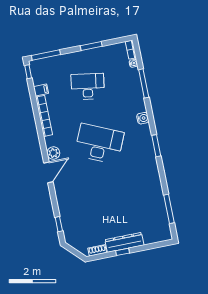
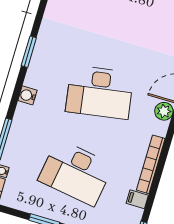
desk: (88, 86) -> (76, 173), width x1.36, depth x1.30
desk: (99, 144) -> (100, 92), turned -33

